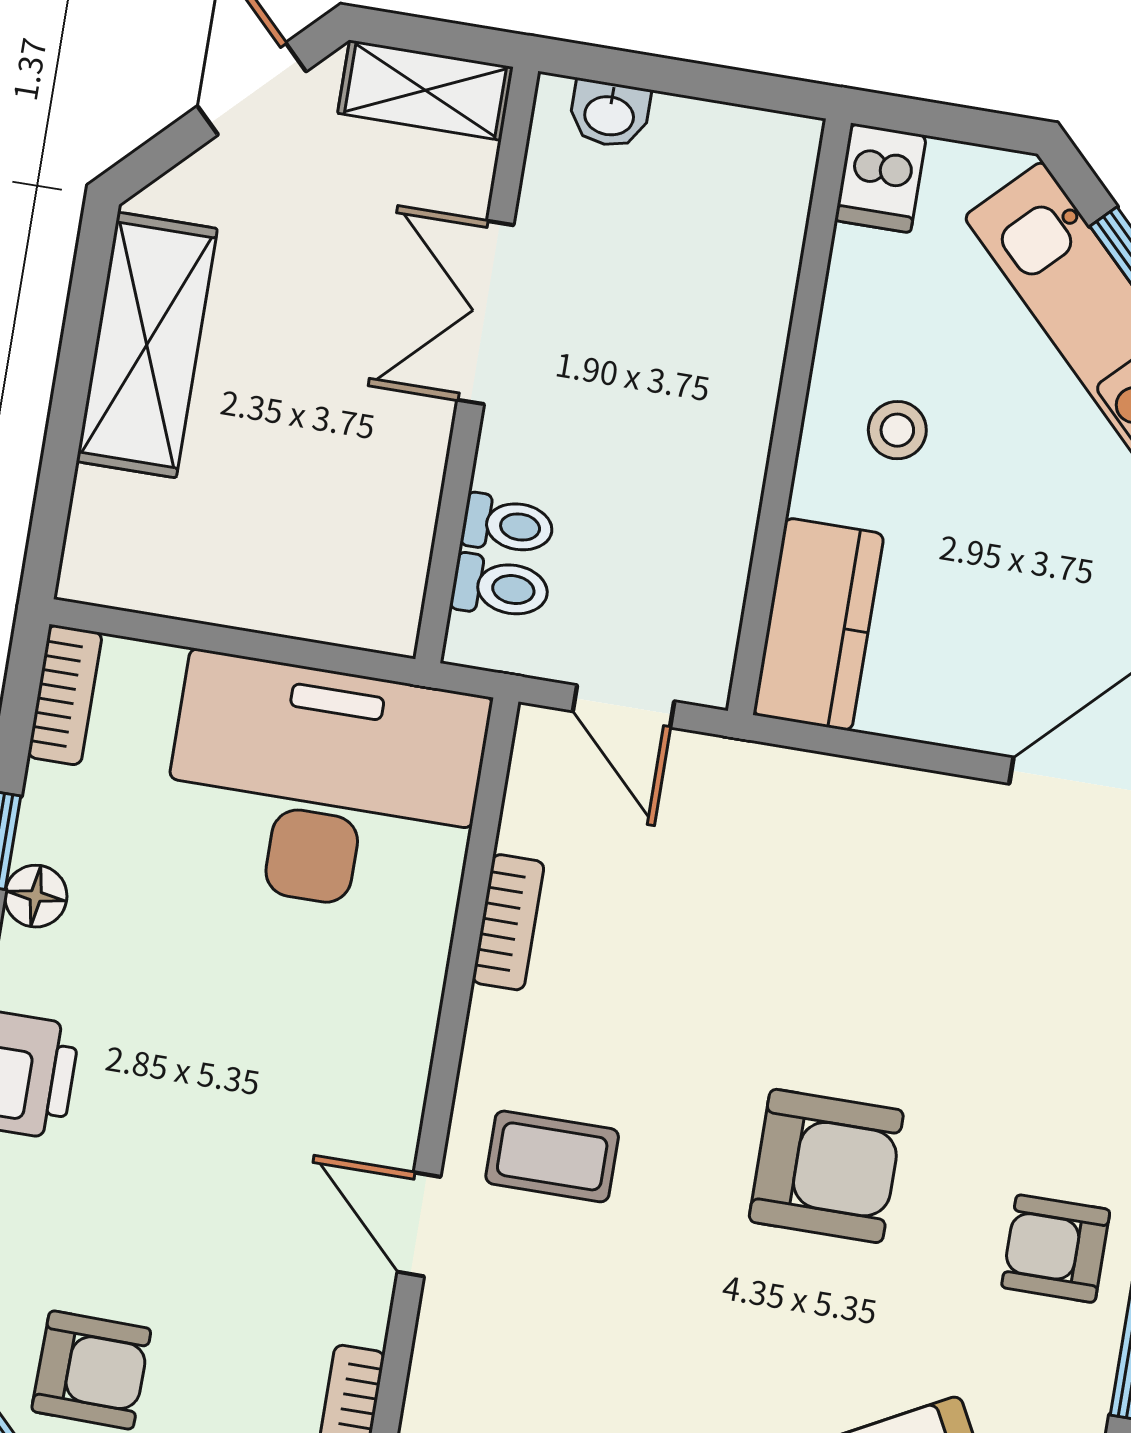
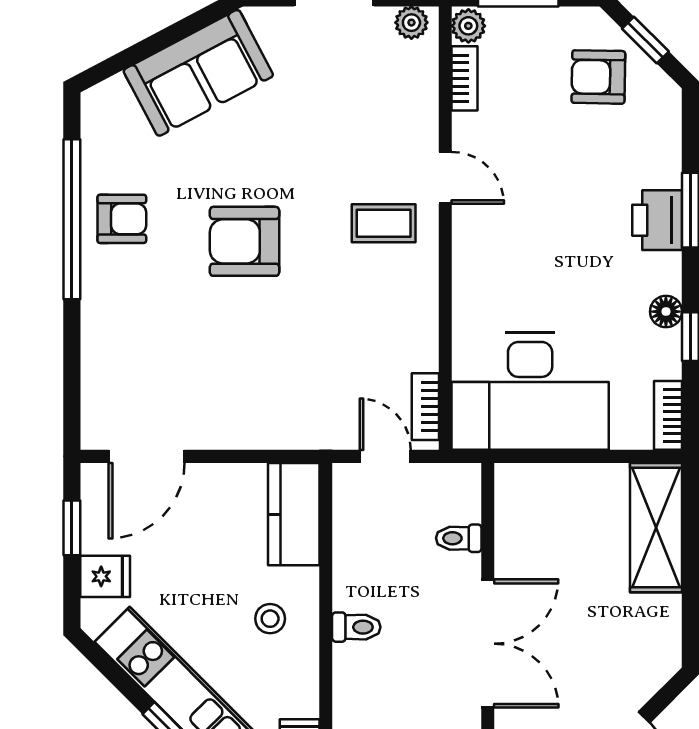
double door: (485, 312) -> (488, 644), width x1.37
shelving: (147, 345) -> (656, 528), moved
toilet: (500, 587) -> (356, 627), moved, turned 180
bookcase: (508, 922) -> (425, 407), moved

